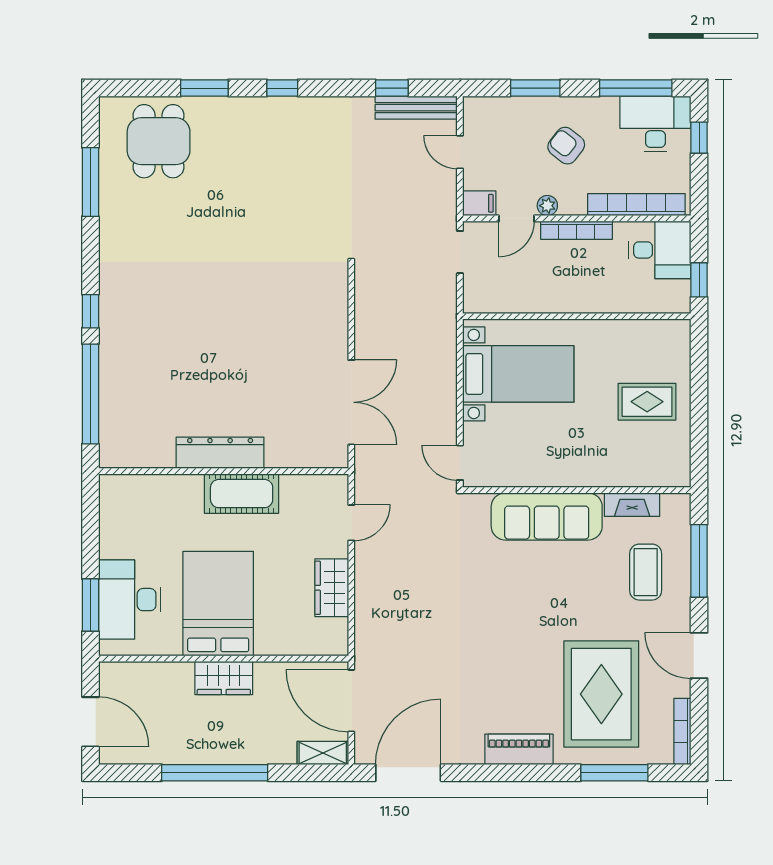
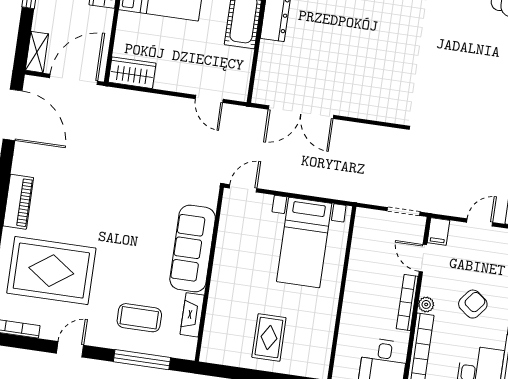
plant: (547, 206) -> (426, 304), moved
wardrobe: (332, 588) -> (132, 73), moved
door: (699, 655) -> (70, 349), width x0.73

